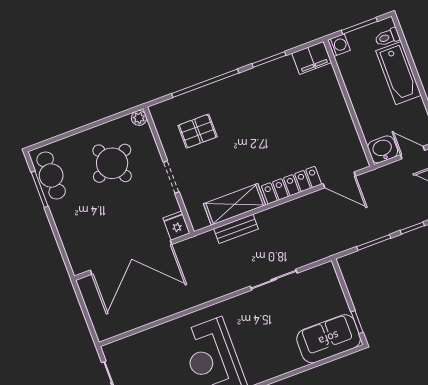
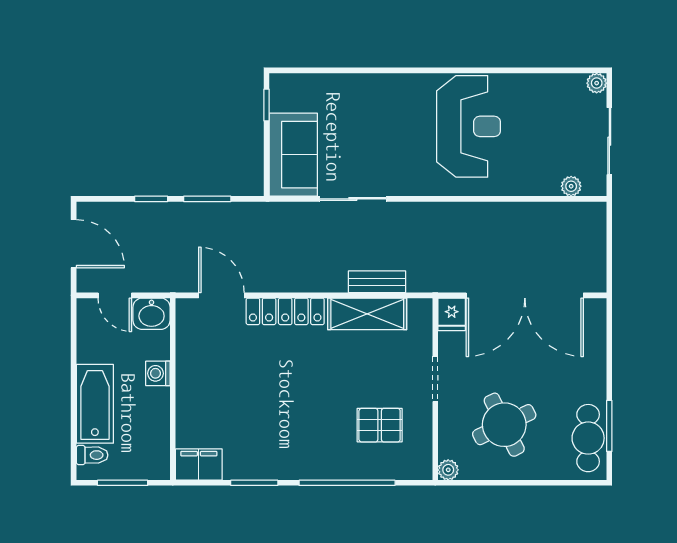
washing machine: (339, 45) -> (158, 373), moved
double door: (131, 257) -> (525, 295), swing flipped
sofa: (329, 339) -> (293, 155), moved, turned -90
plant: (127, 344) -> (571, 186), added

